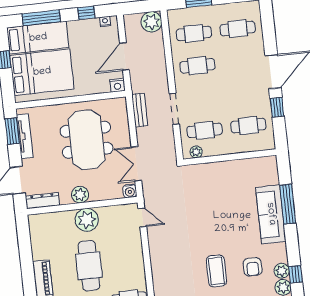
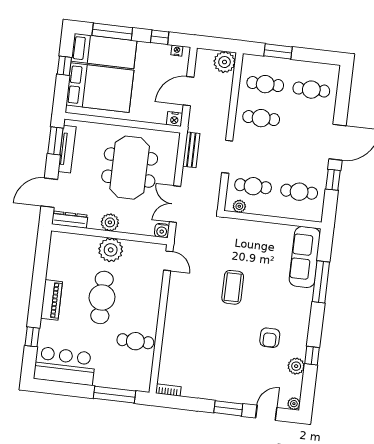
sofa: (271, 214) -> (305, 257), moved
coffee table: (216, 271) -> (233, 287), moved
plant: (282, 271) -> (299, 349), removed

